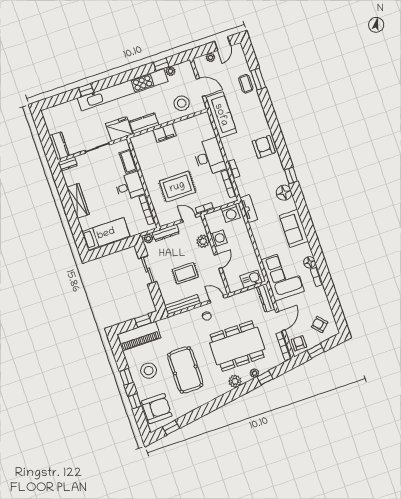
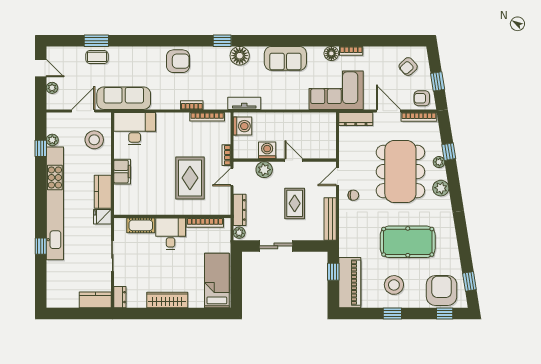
fridge: (119, 129) -> (102, 217), width x0.53, depth x0.75
armchair: (264, 147) -> (178, 61), turned 180
desk: (209, 157) -> (135, 129), moved
kitchen sink: (251, 279) -> (328, 129), removed
window: (135, 401) -> (445, 313), moved

